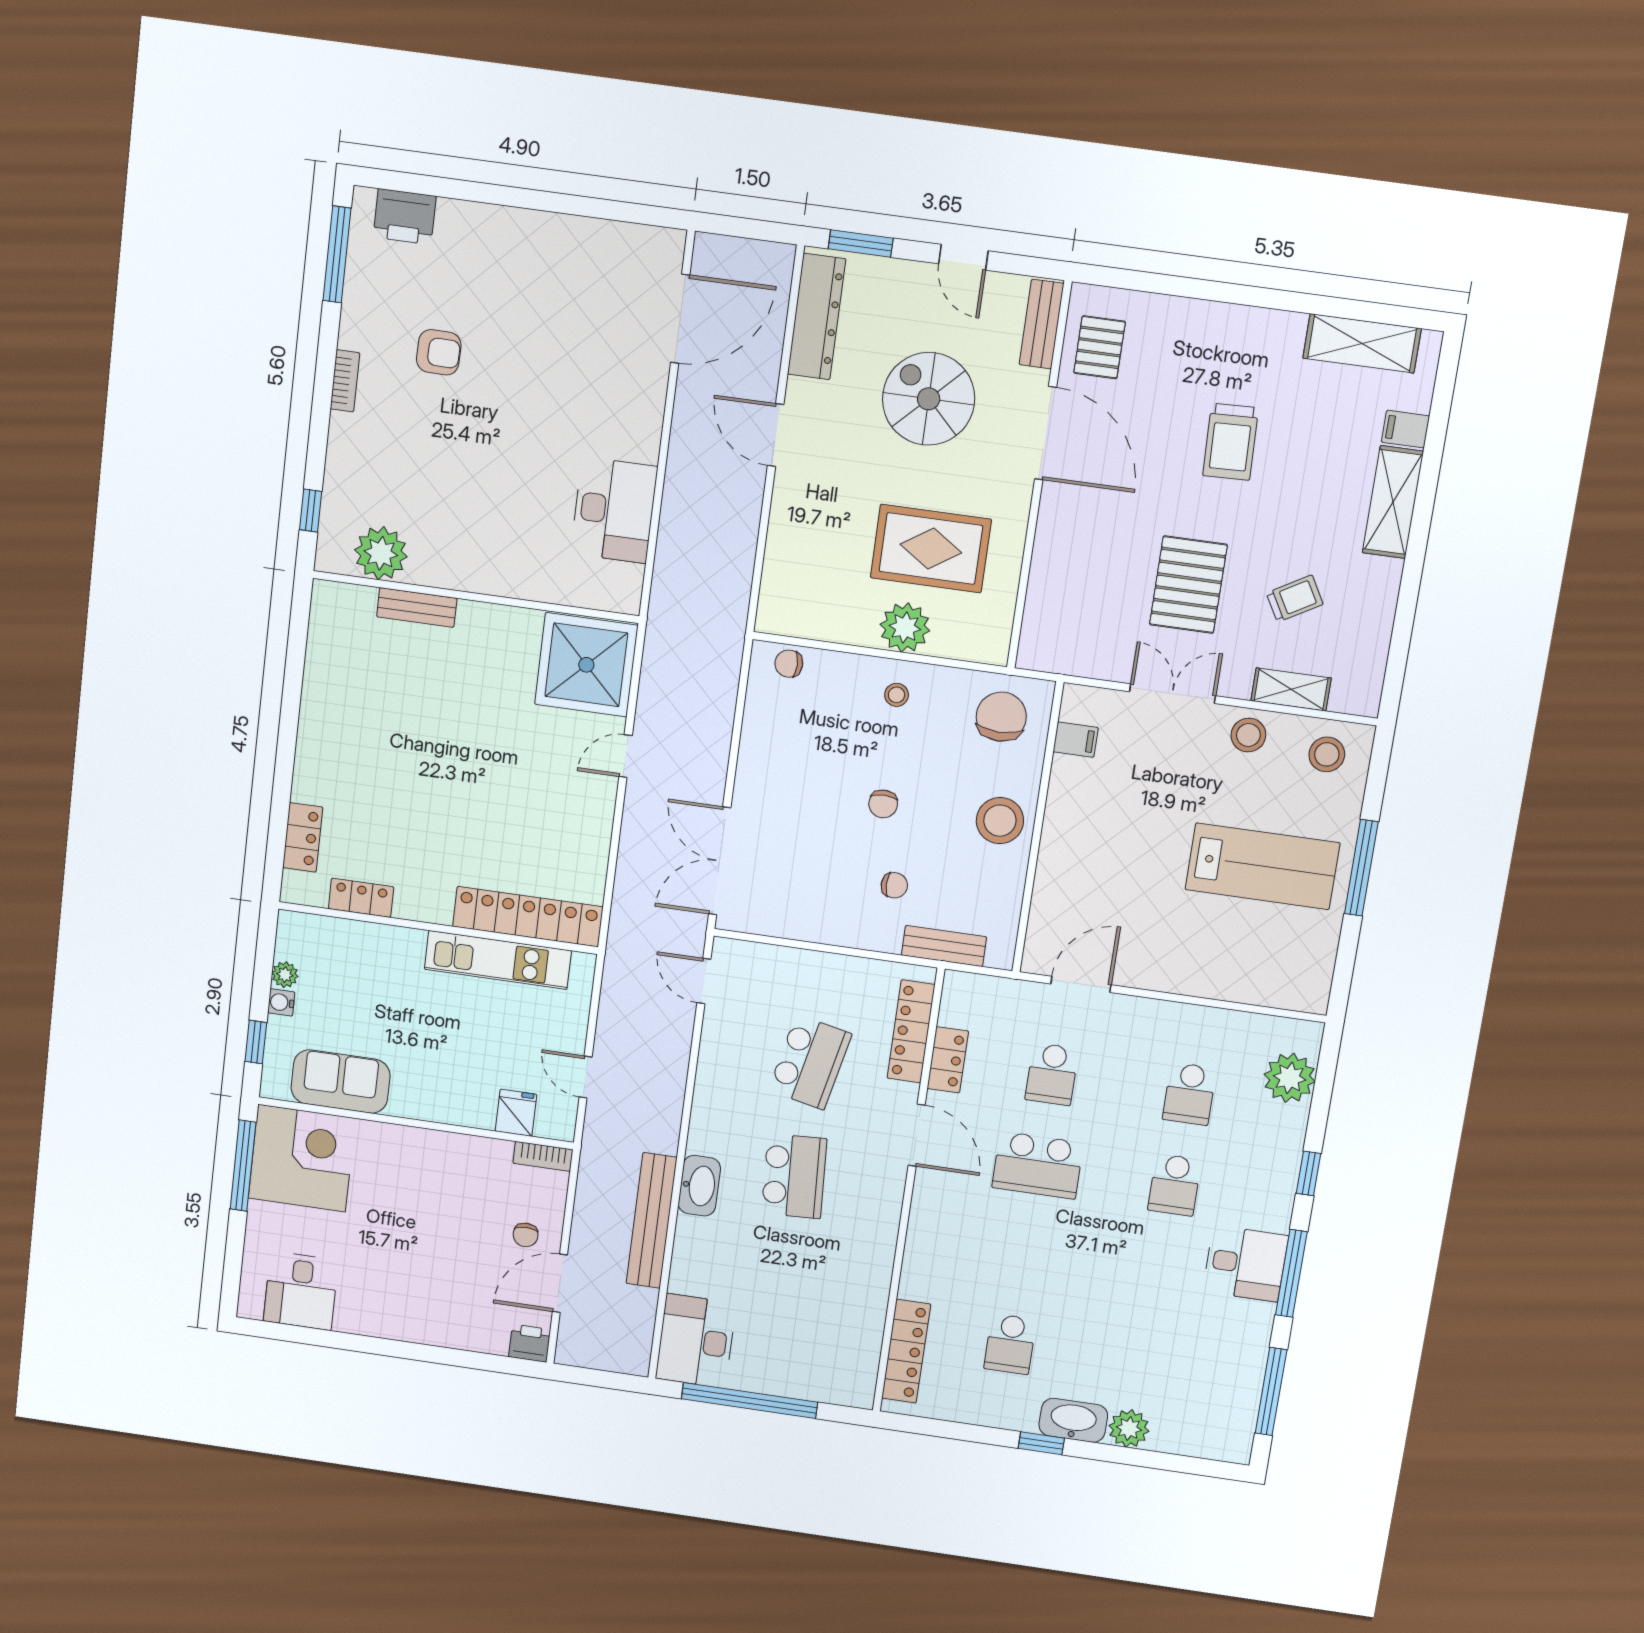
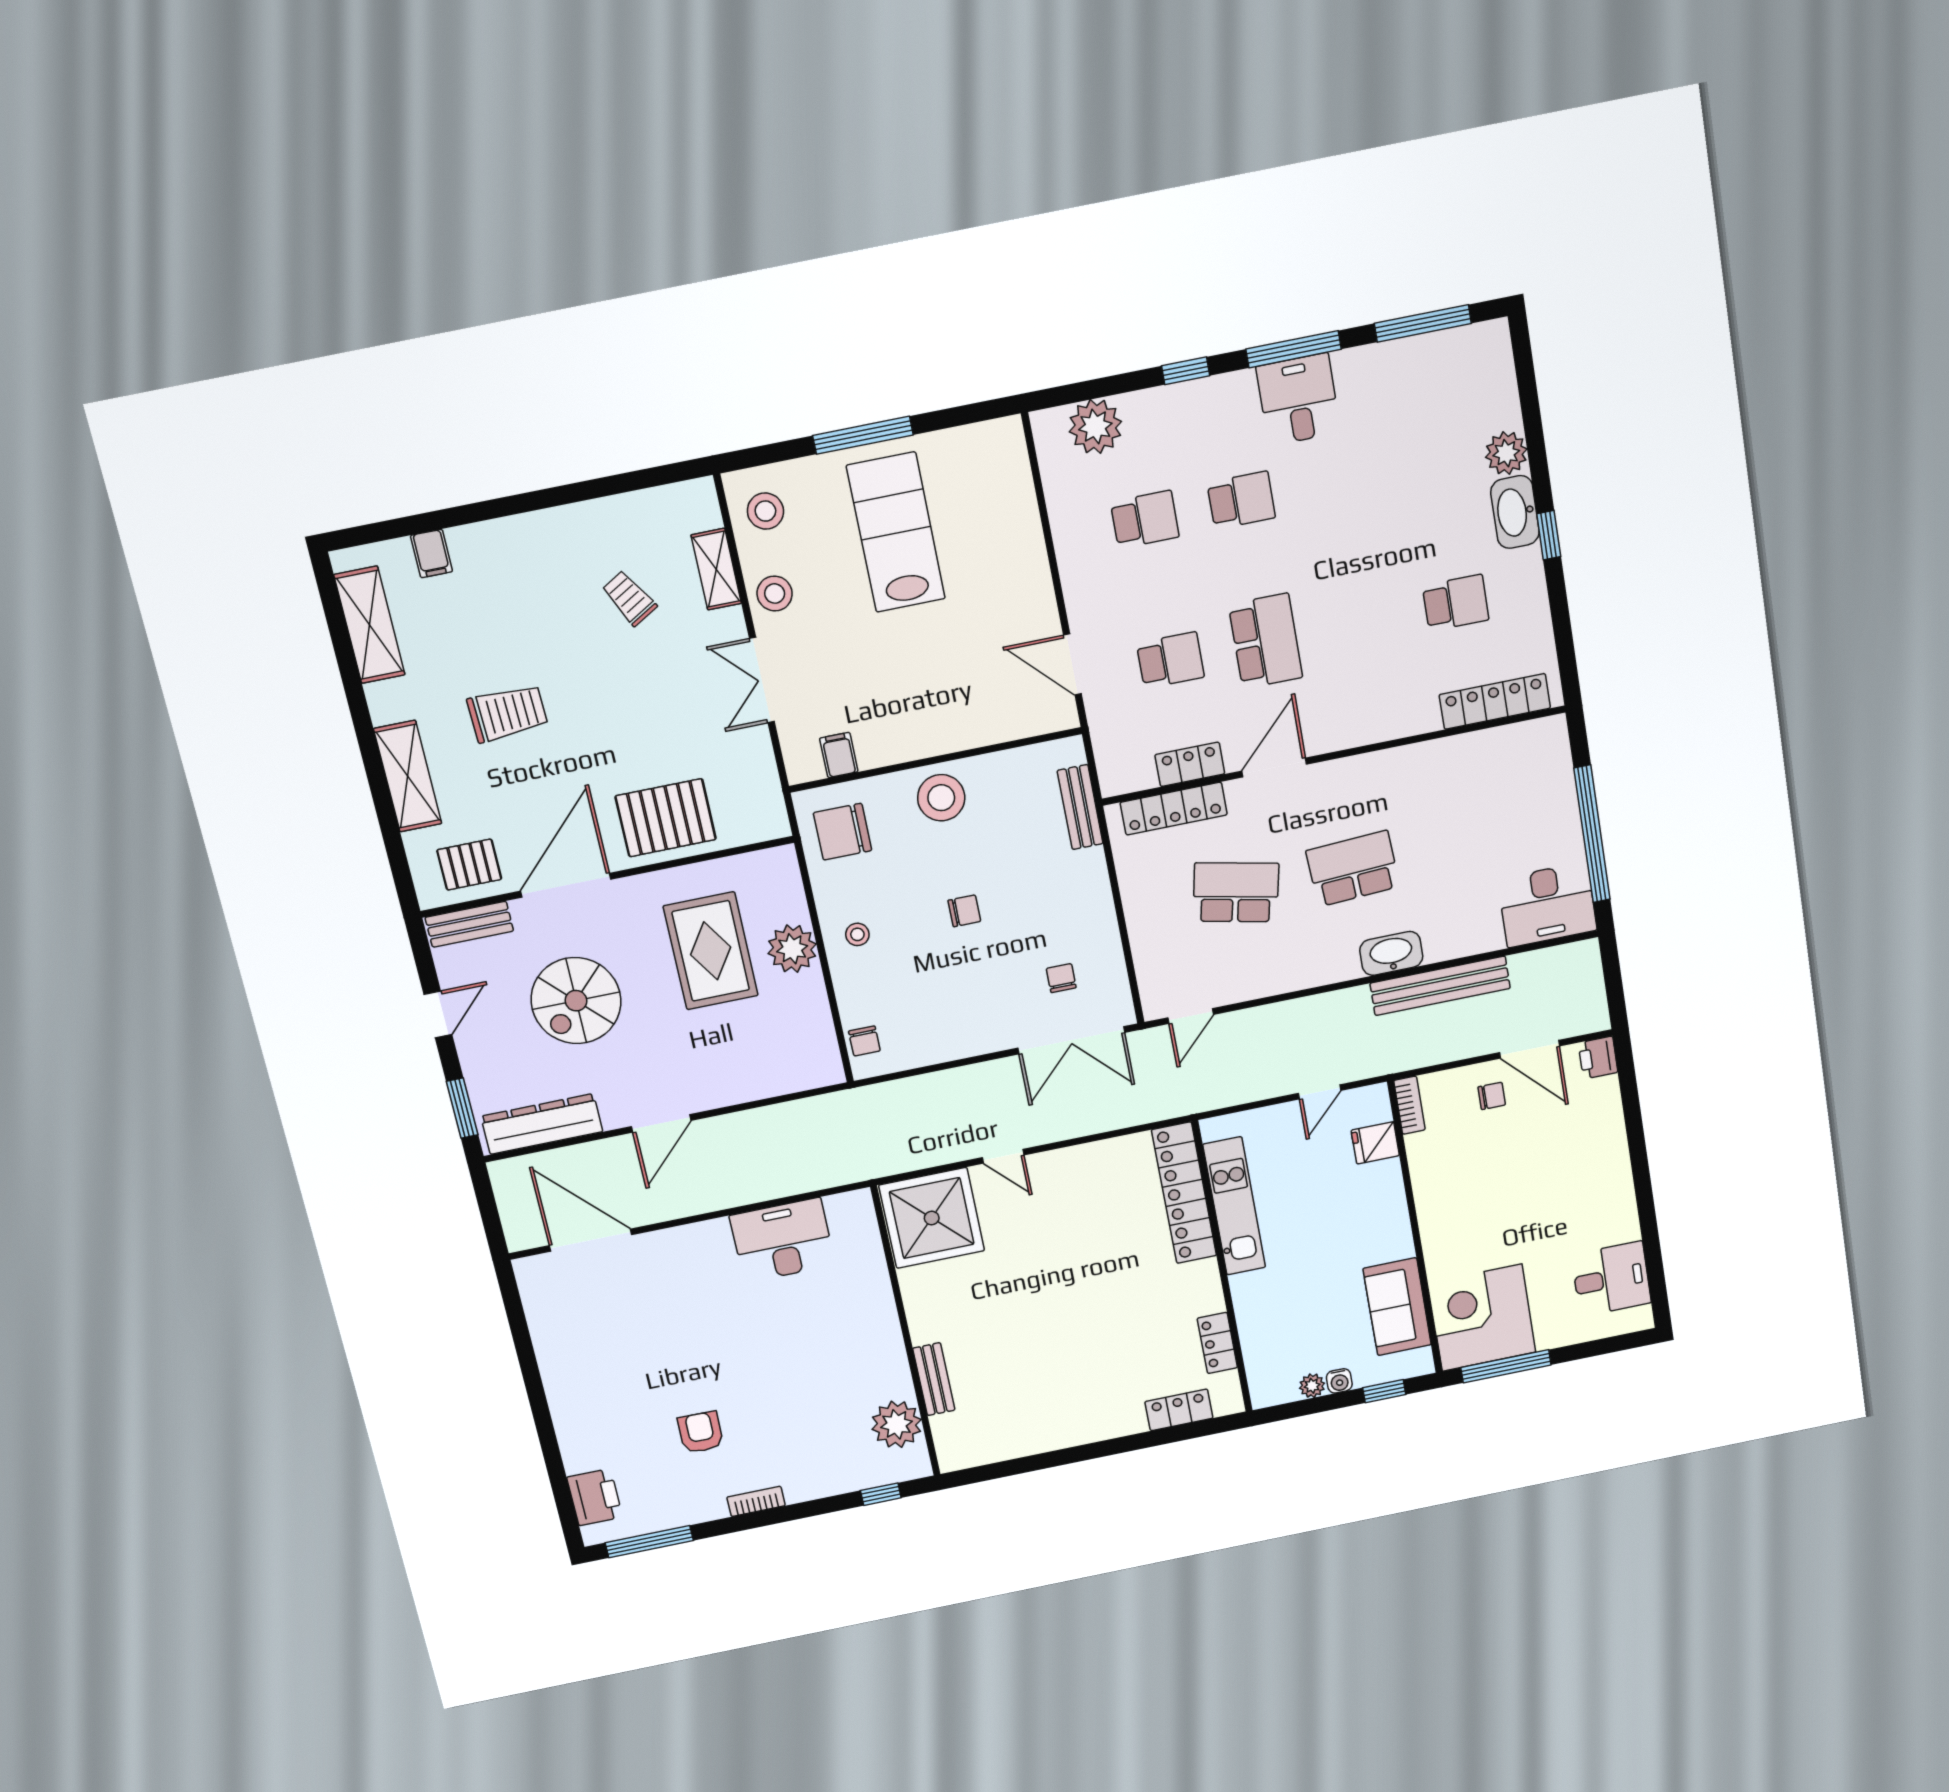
shelving: (1393, 502) -> (408, 776), moved, turned 90
pallet: (1188, 585) -> (666, 818), moved
chair: (894, 885) -> (1061, 978), moved

